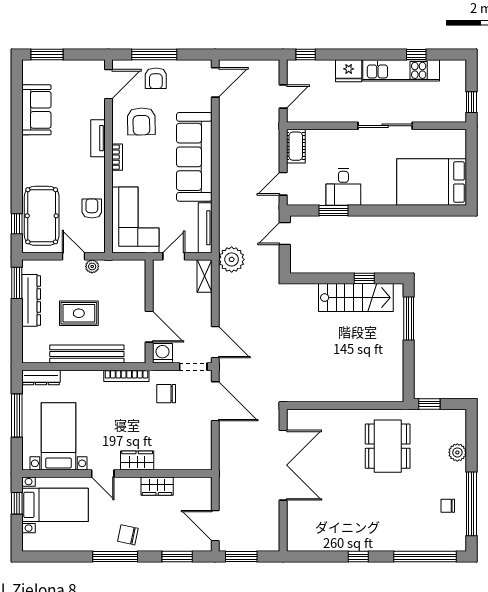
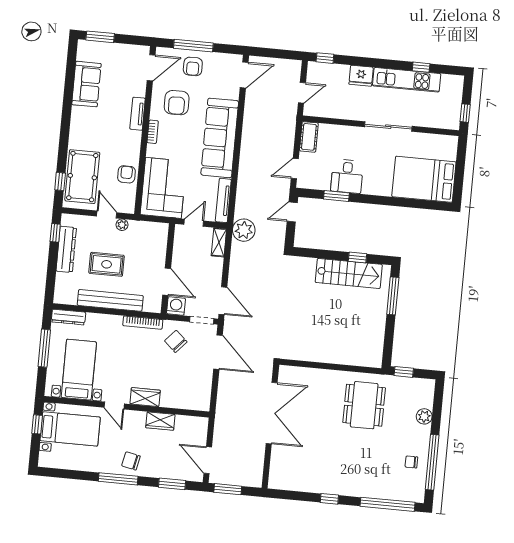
window: (17, 283) -> (55, 233), width x0.67
chair: (166, 394) -> (176, 341), turned 42

